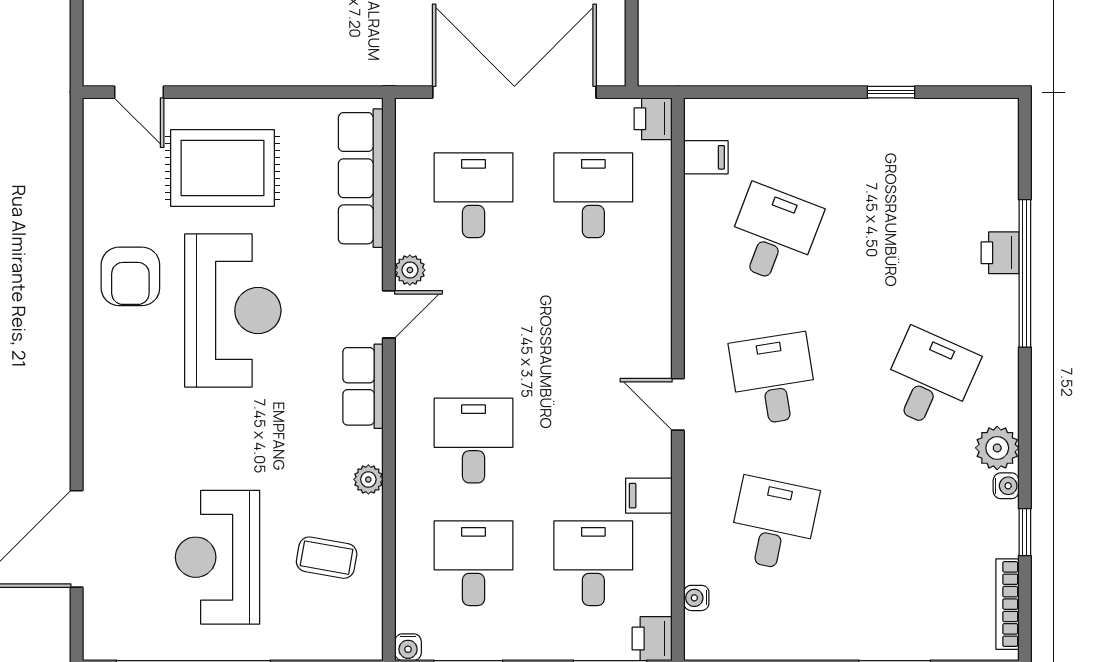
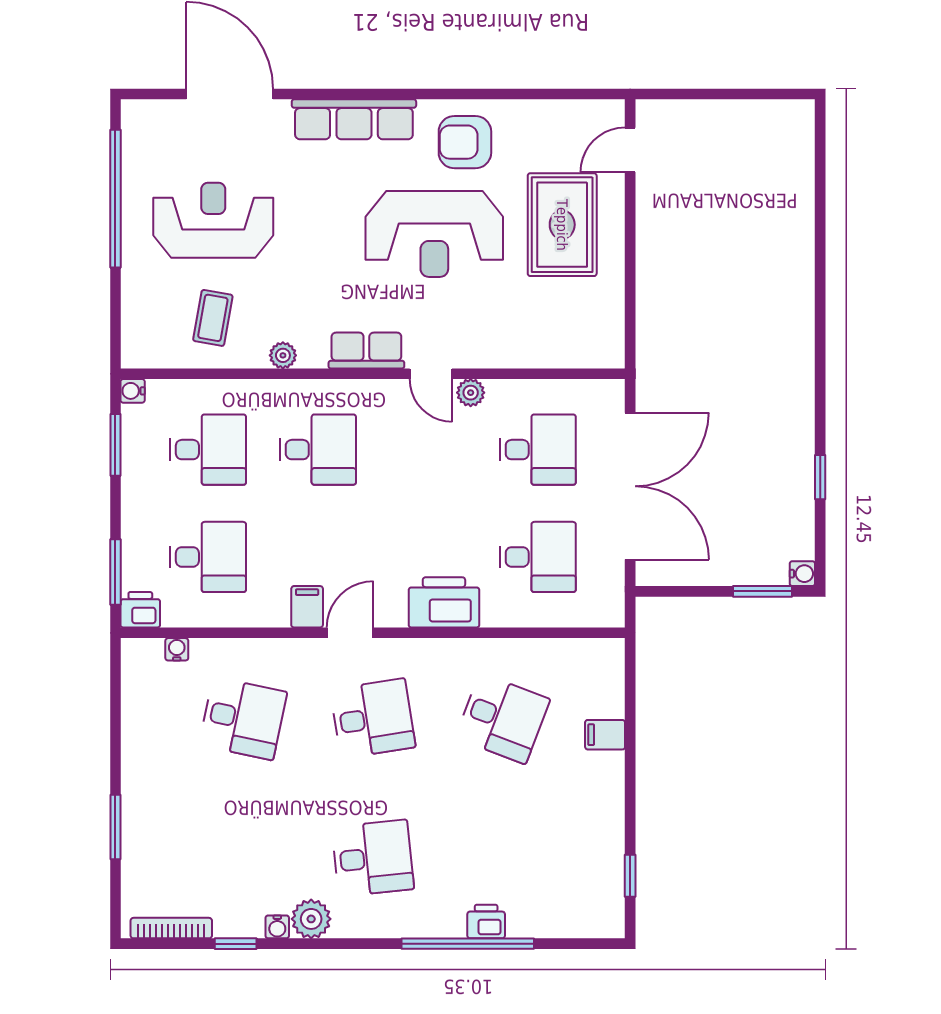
window: (891, 92) -> (630, 876), moved
printer: (653, 119) -> (444, 602), moved, width x1.87, depth x1.48
filing cabinet: (706, 157) -> (605, 735), moved, turned 90
row of seats: (361, 178) -> (354, 119), moved, turned 180
desk: (929, 379) -> (373, 858), turned -30
filing cabinet: (649, 496) -> (307, 607), moved

